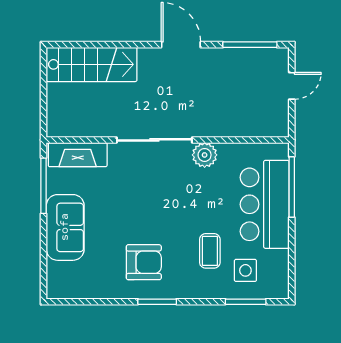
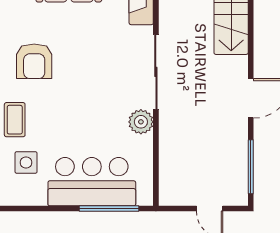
coffee table: (210, 251) -> (15, 120), moved, turned 90

